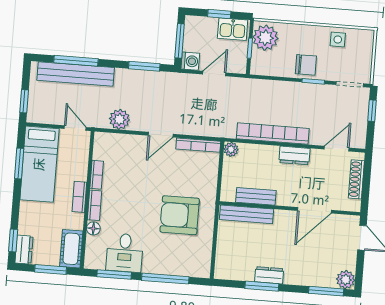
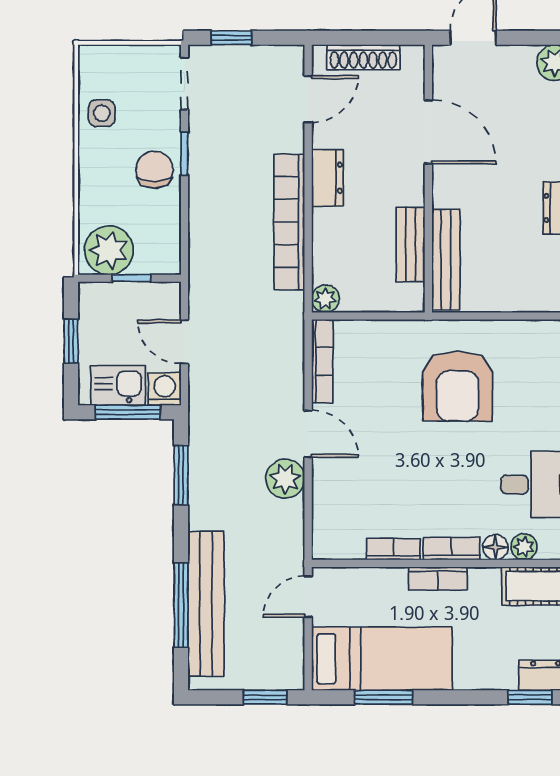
kitchen sink: (233, 29) -> (118, 386), moved, turned -90
plant: (119, 119) -> (285, 479), moved
door: (337, 149) -> (308, 99), swing flipped
plant: (92, 243) -> (524, 547), added

